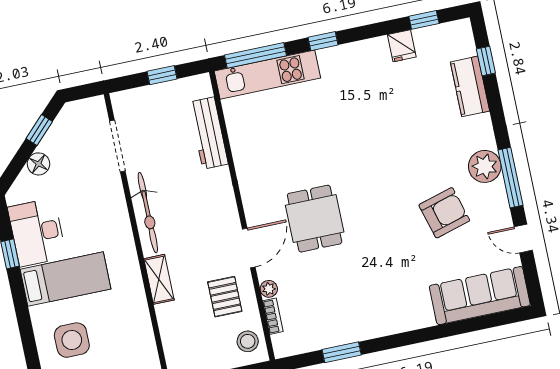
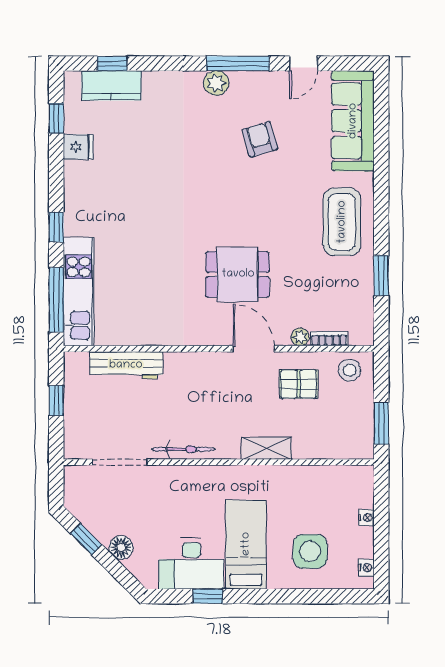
kitchen counter: (470, 86) -> (111, 85), moved
plant: (485, 166) -> (216, 83), width x0.73, depth x0.73
bicycle: (148, 213) -> (183, 449), width x0.73, depth x0.71
armchair: (444, 213) -> (260, 139), width x0.72, depth x0.72
coffee table: (384, 305) -> (342, 222), added

